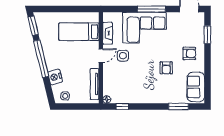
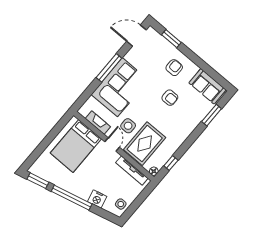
bed: (79, 32) -> (76, 146), width x1.50
rug: (120, 77) -> (145, 144), added

